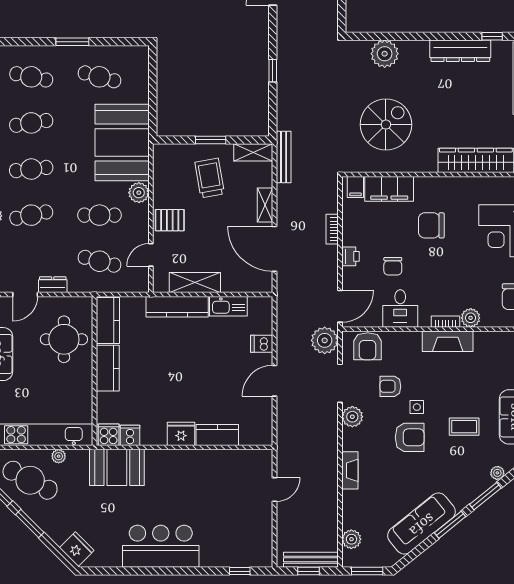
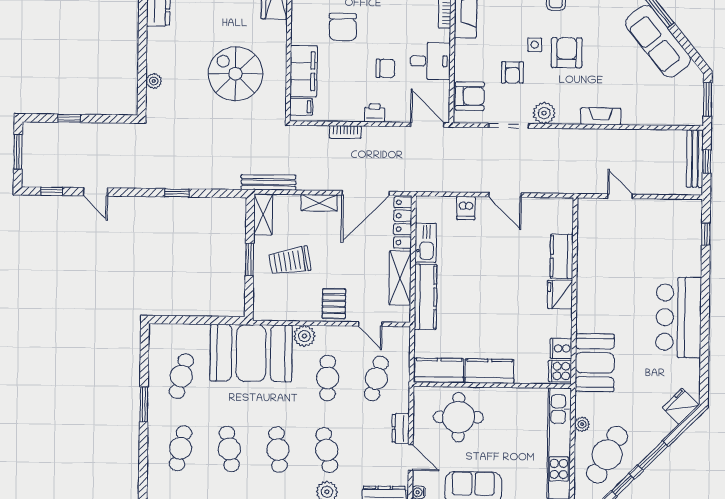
plant: (385, 54) -> (154, 81), width x0.53, depth x0.53
locker: (247, 284) -> (403, 222), added
plant: (325, 340) -> (463, 141), removed
plant: (351, 539) -> (674, 116), removed

